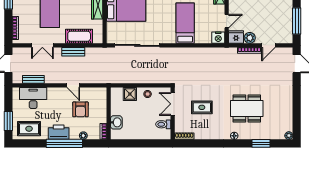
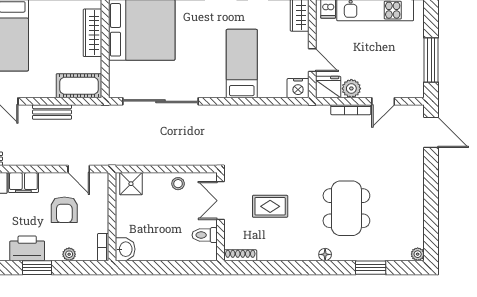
door: (227, 21) -> (312, 60), hinge flipped
cot: (79, 36) -> (79, 86), moved
door: (73, 85) -> (79, 169), moved
filing cabinet: (56, 93) -> (23, 183), added
shower: (130, 94) -> (131, 184), moved
dining table: (247, 108) -> (346, 208), turned 90
washbasin: (116, 122) -> (125, 249), moved
window: (64, 143) -> (37, 268), width x0.47

